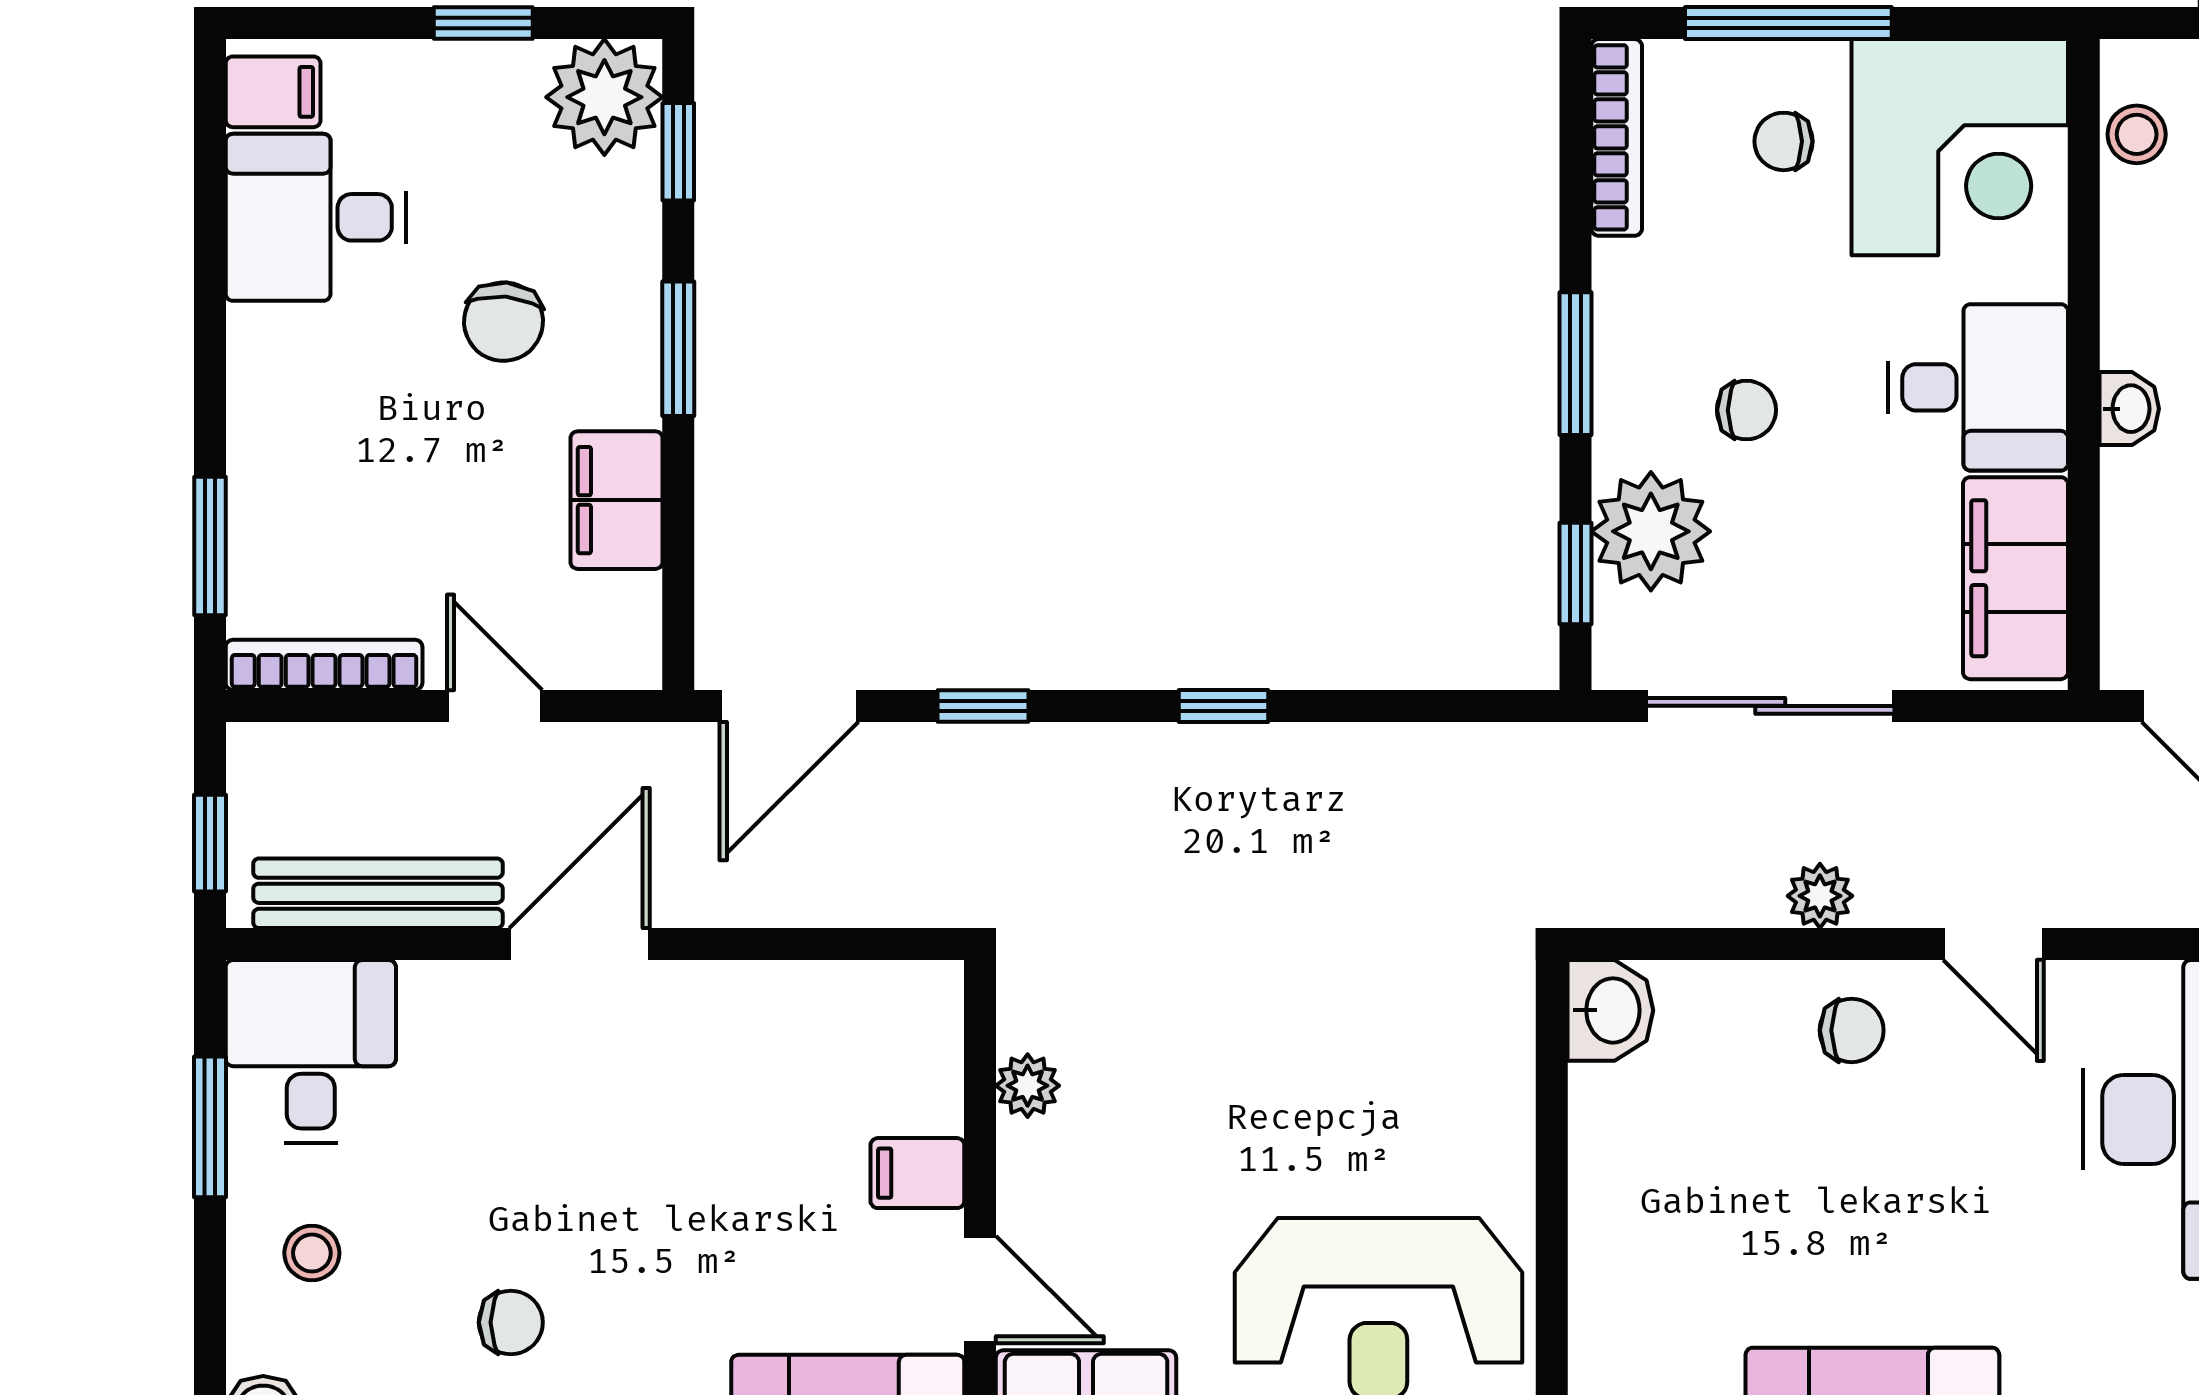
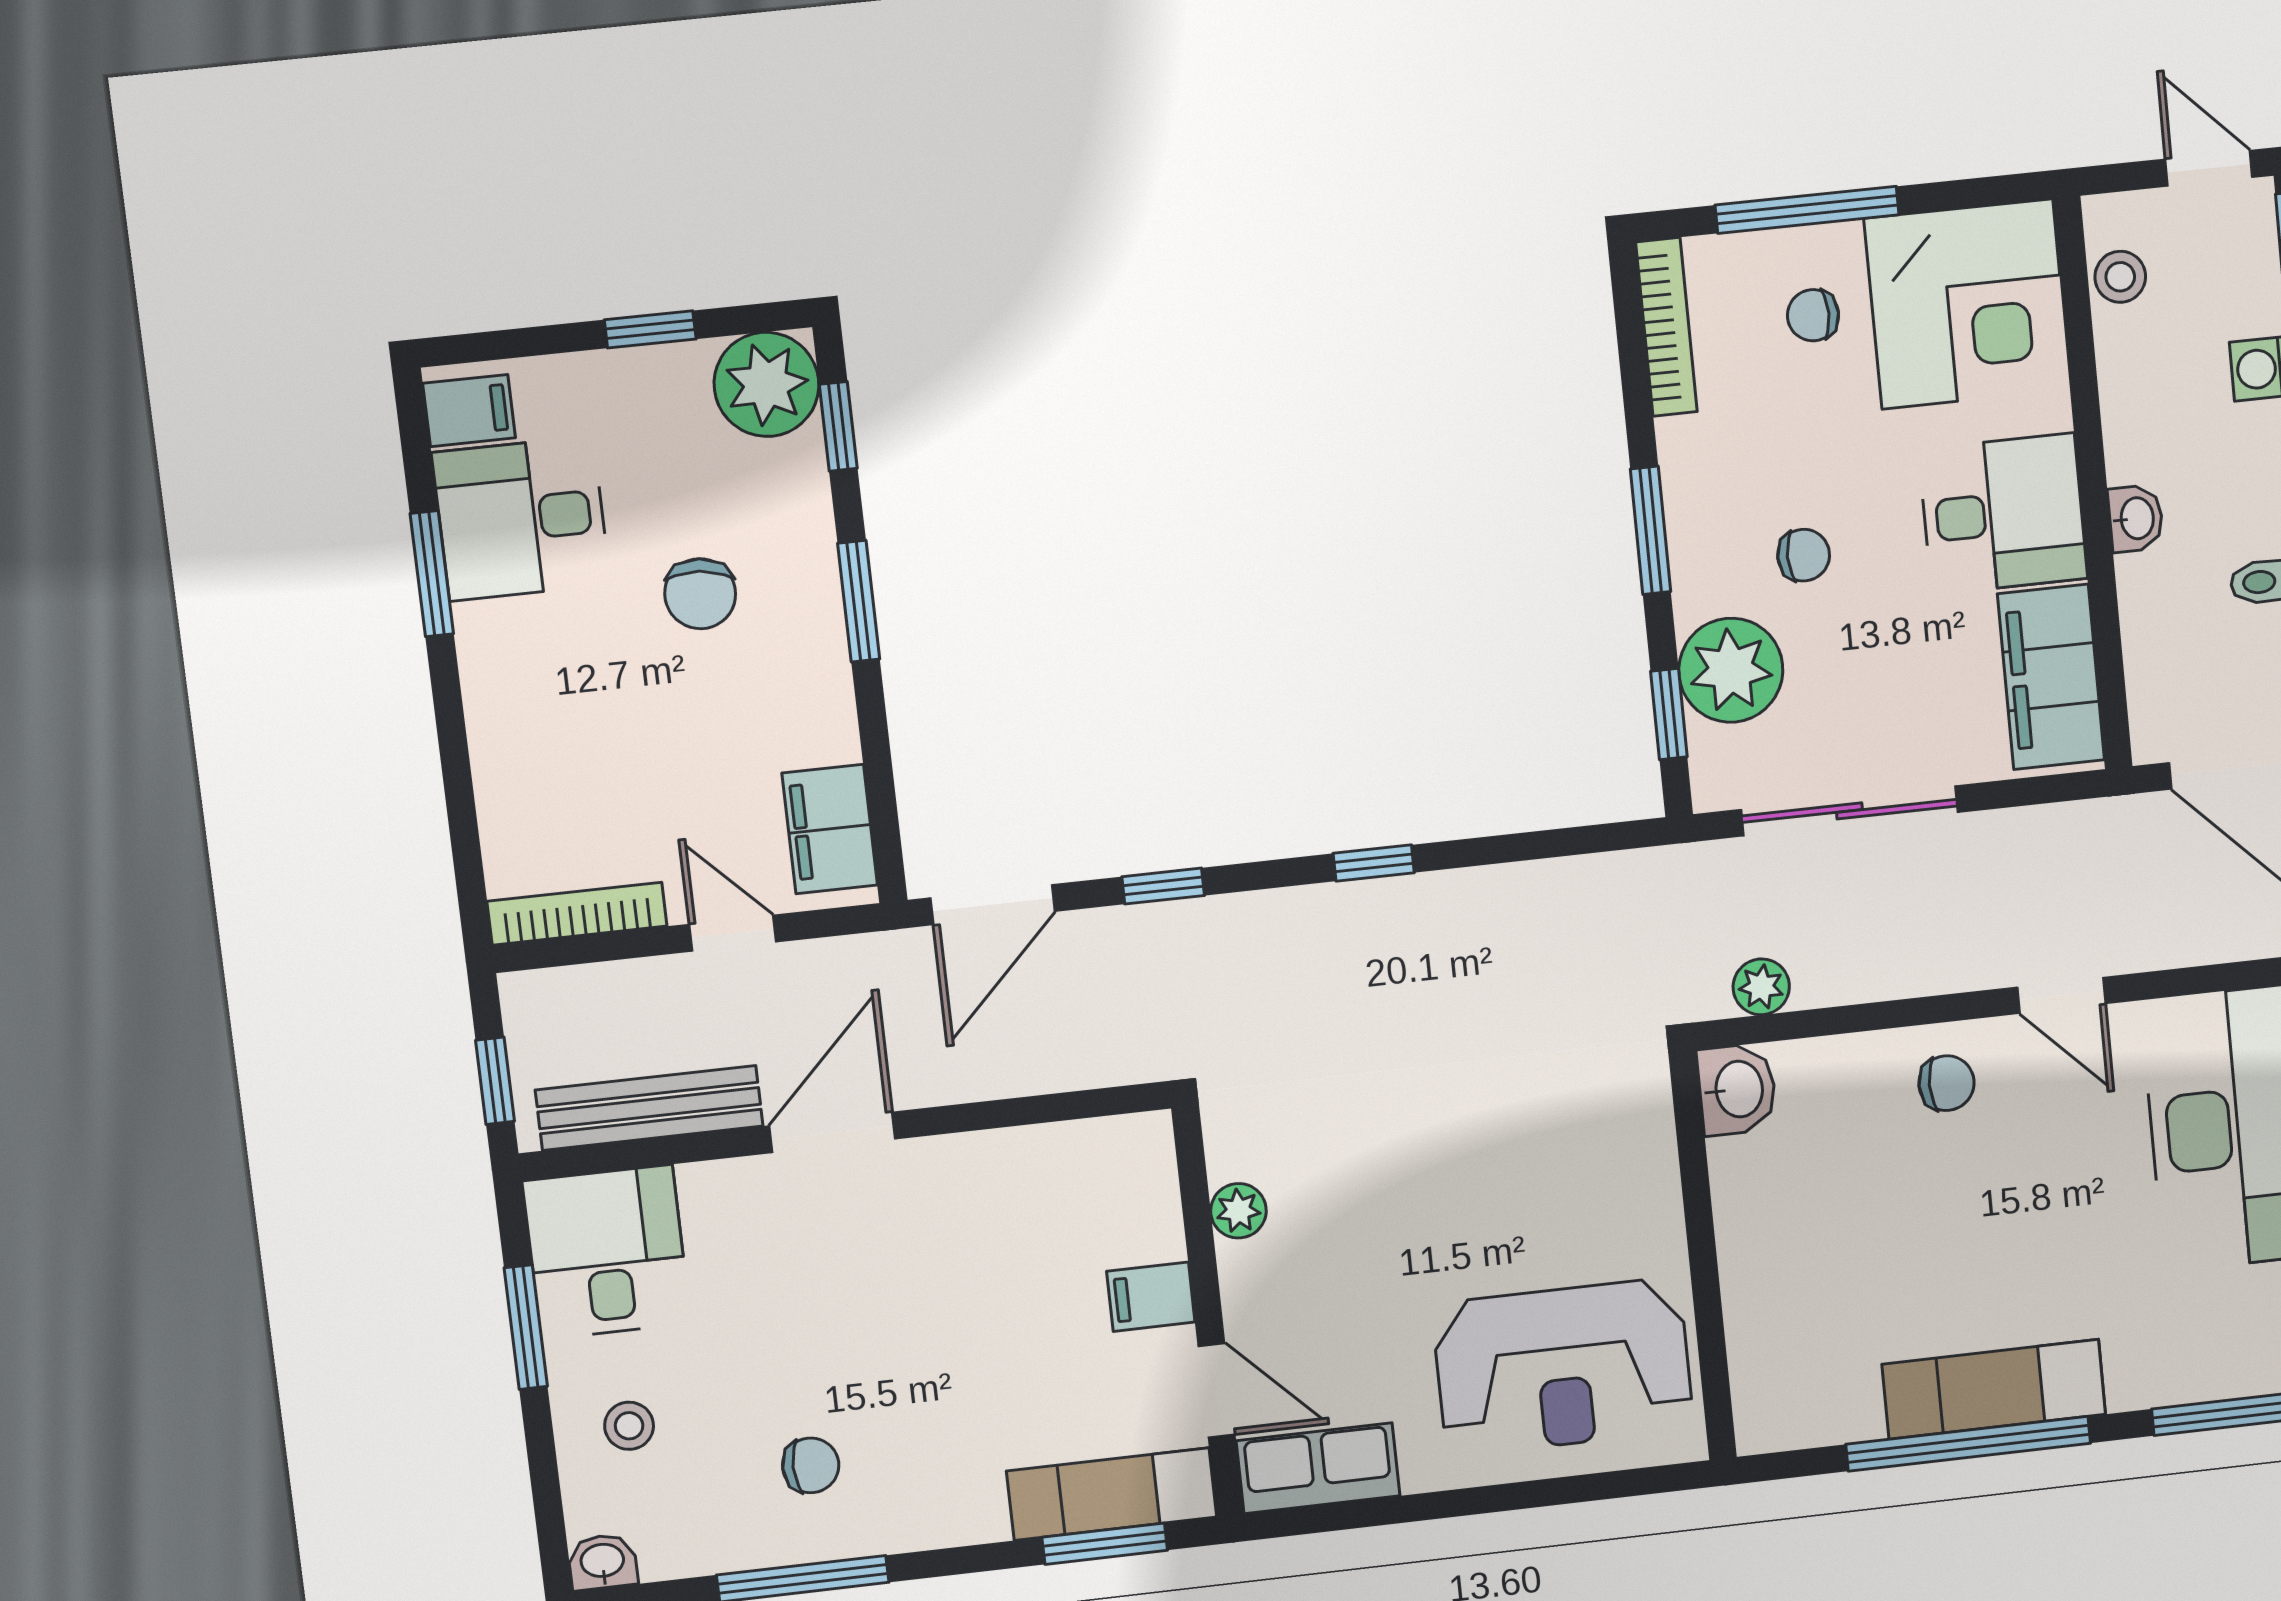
filing cabinet: (617, 500) -> (830, 829), moved
window: (210, 546) -> (432, 574), moved
plant: (1820, 896) -> (1761, 987), moved

